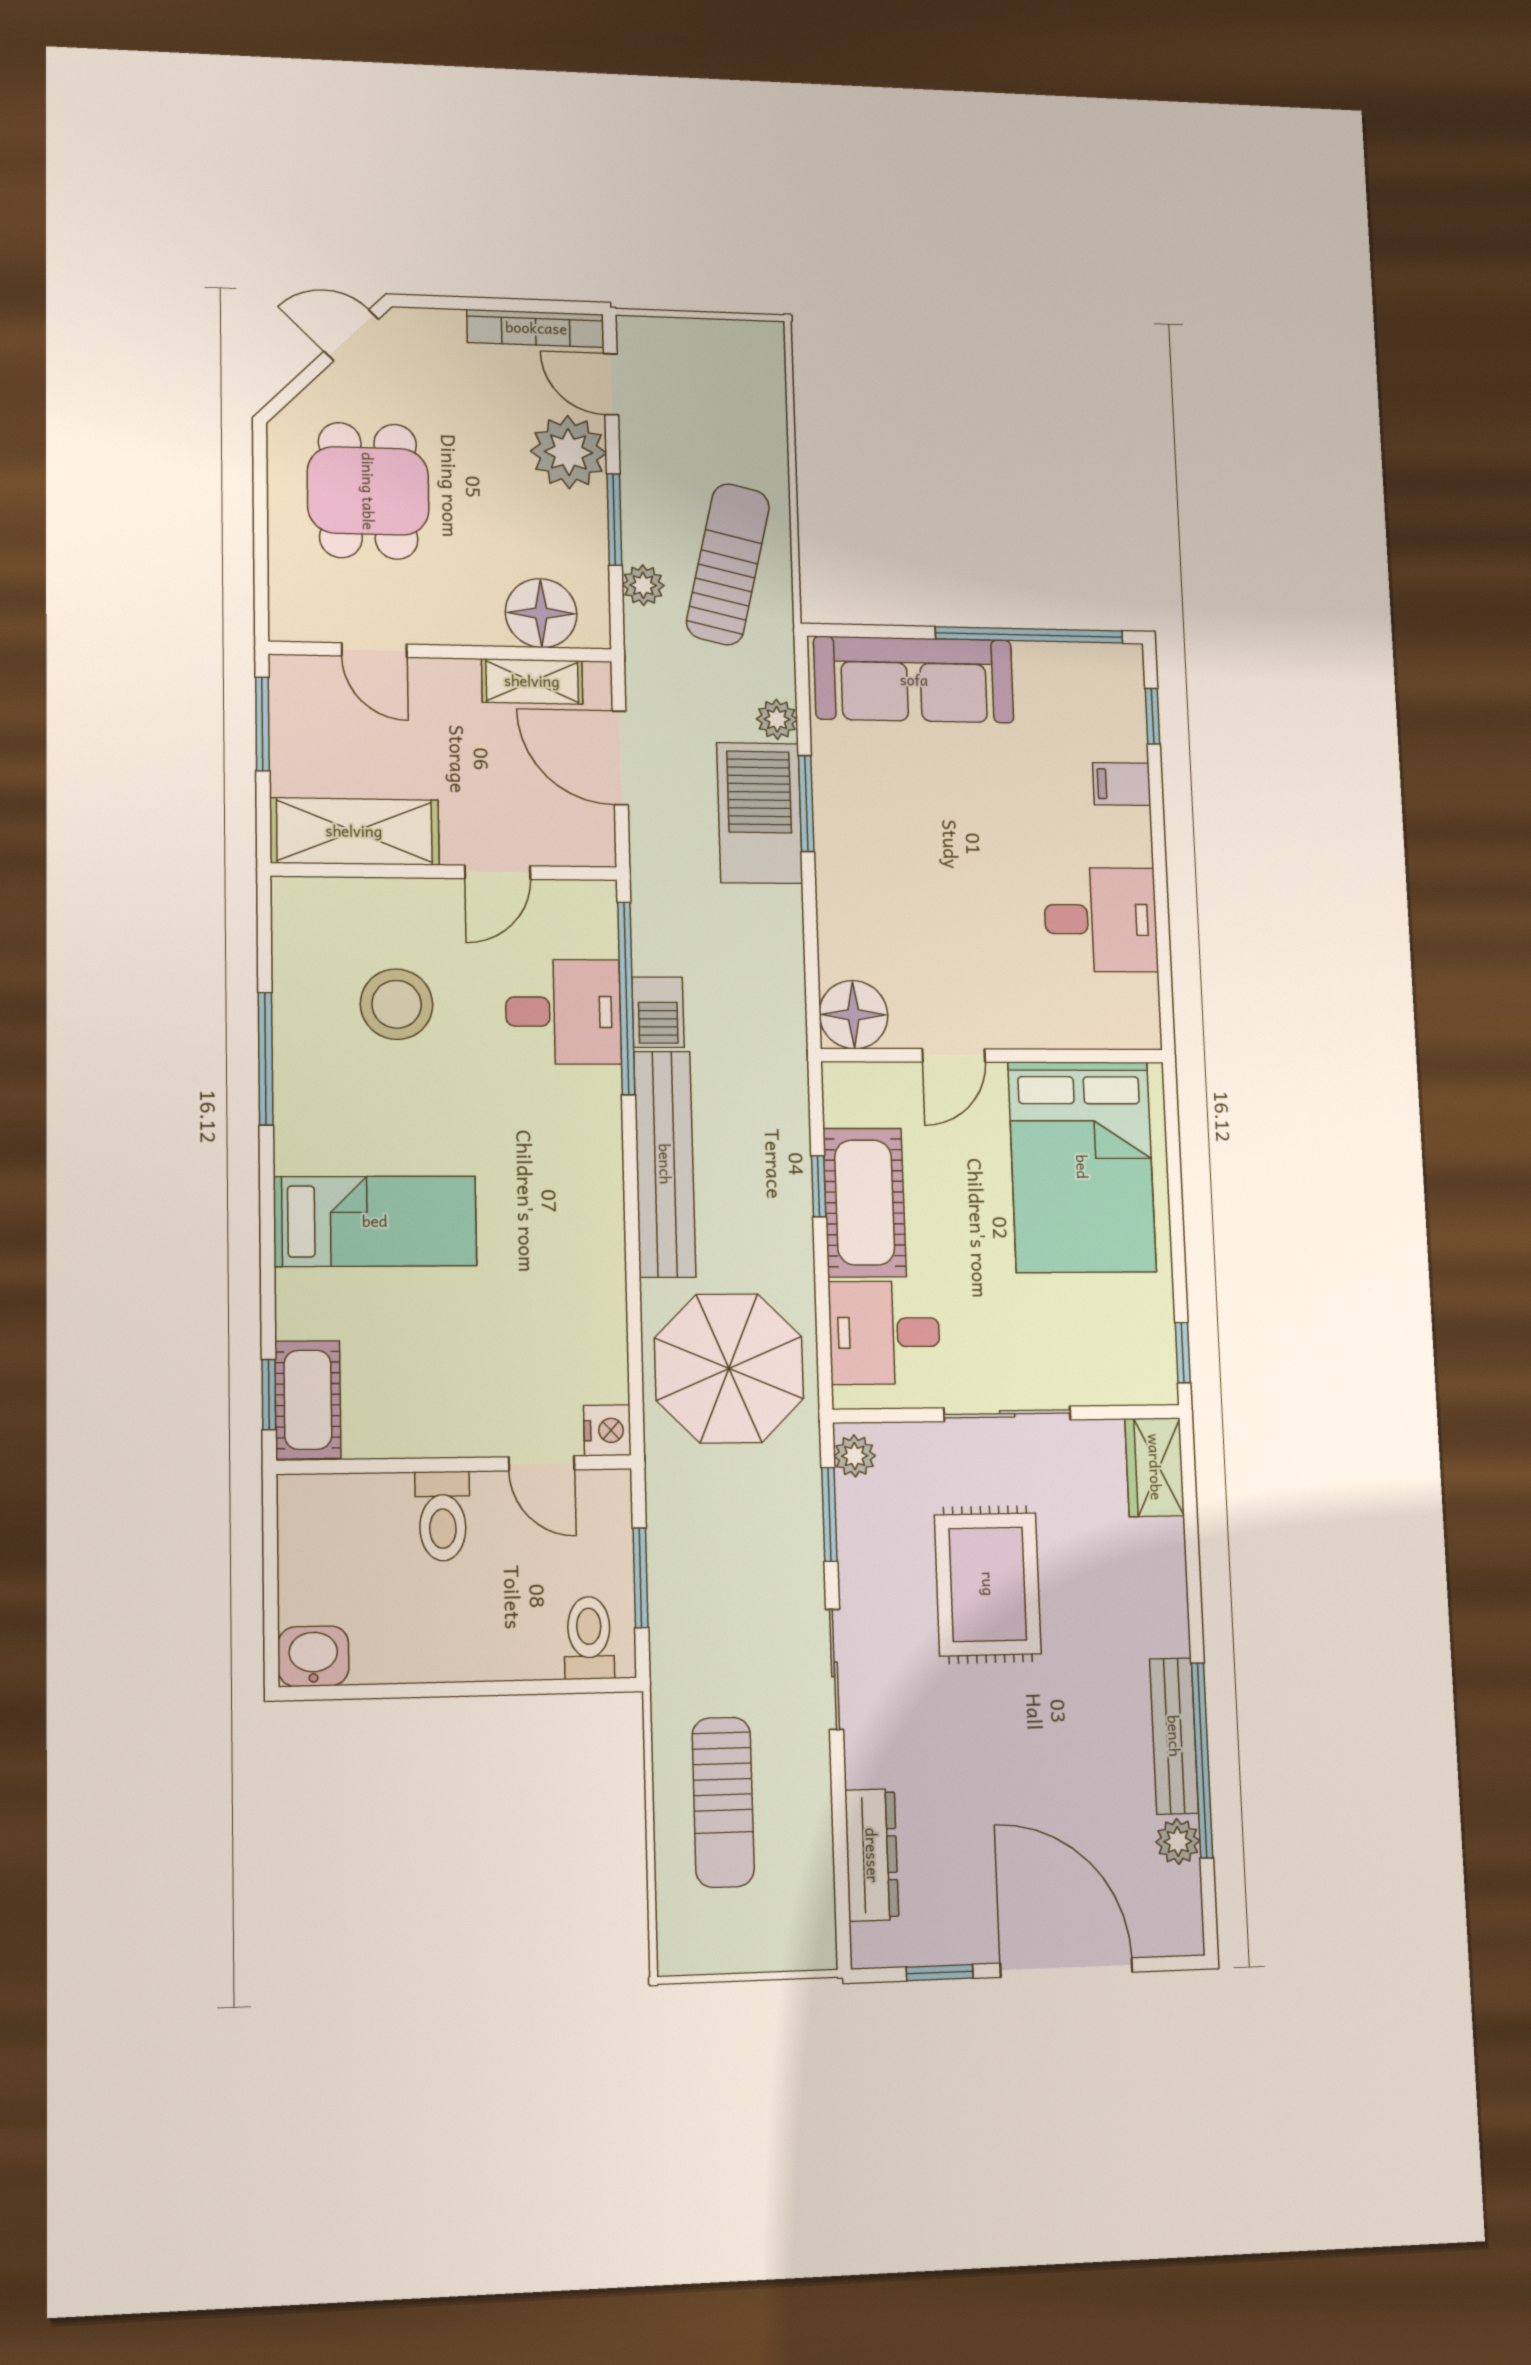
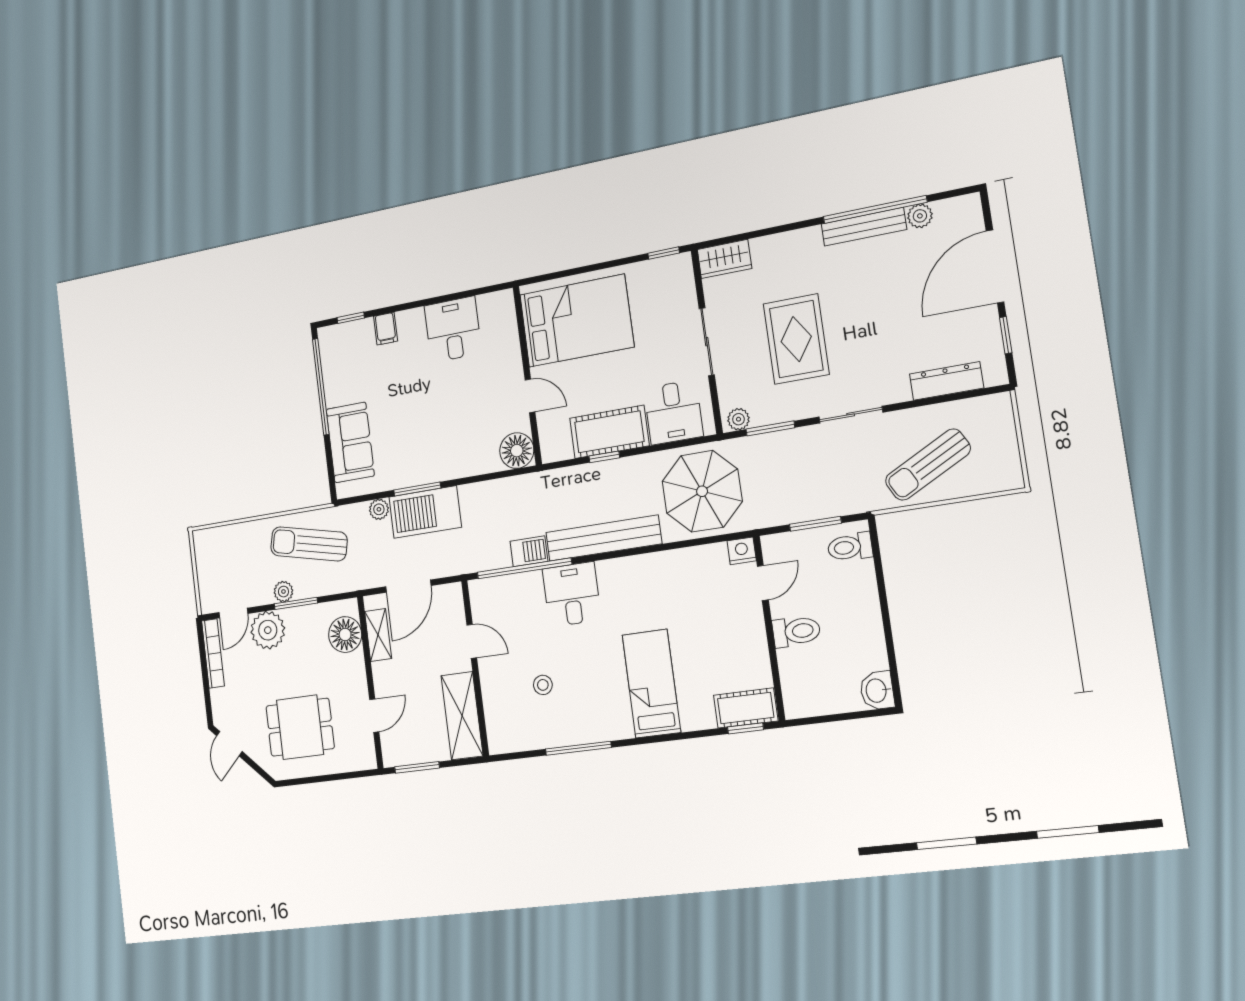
plant: (643, 585) -> (283, 592), moved
sofa: (914, 680) -> (350, 442), width x0.73
stool: (397, 1004) -> (543, 685), width x0.53, depth x0.53
desk: (563, 1012) -> (572, 594), moved
rug: (988, 1584) -> (796, 339), turned 90
sun lounger: (723, 1802) -> (928, 465), turned 152

